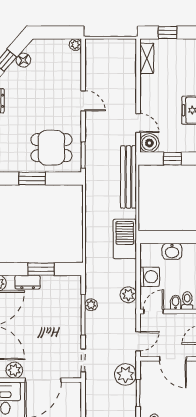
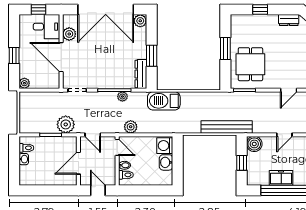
door: (138, 123) -> (284, 135), moved
barbecue: (125, 239) -> (164, 101), moved, turned 180
washing machine: (150, 277) -> (165, 146), moved, turned 90
dresser: (28, 282) -> (141, 74), moved, width x1.44

